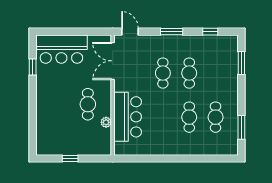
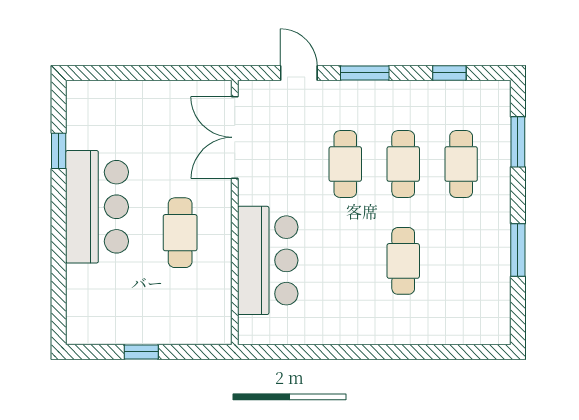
door: (130, 32) -> (299, 73), moved
bar counter: (61, 49) -> (97, 207), moved, turned -90
cafe table: (216, 117) -> (461, 164), moved
plant: (106, 122) -> (220, 272), removed
window: (241, 127) -> (518, 250), moved

